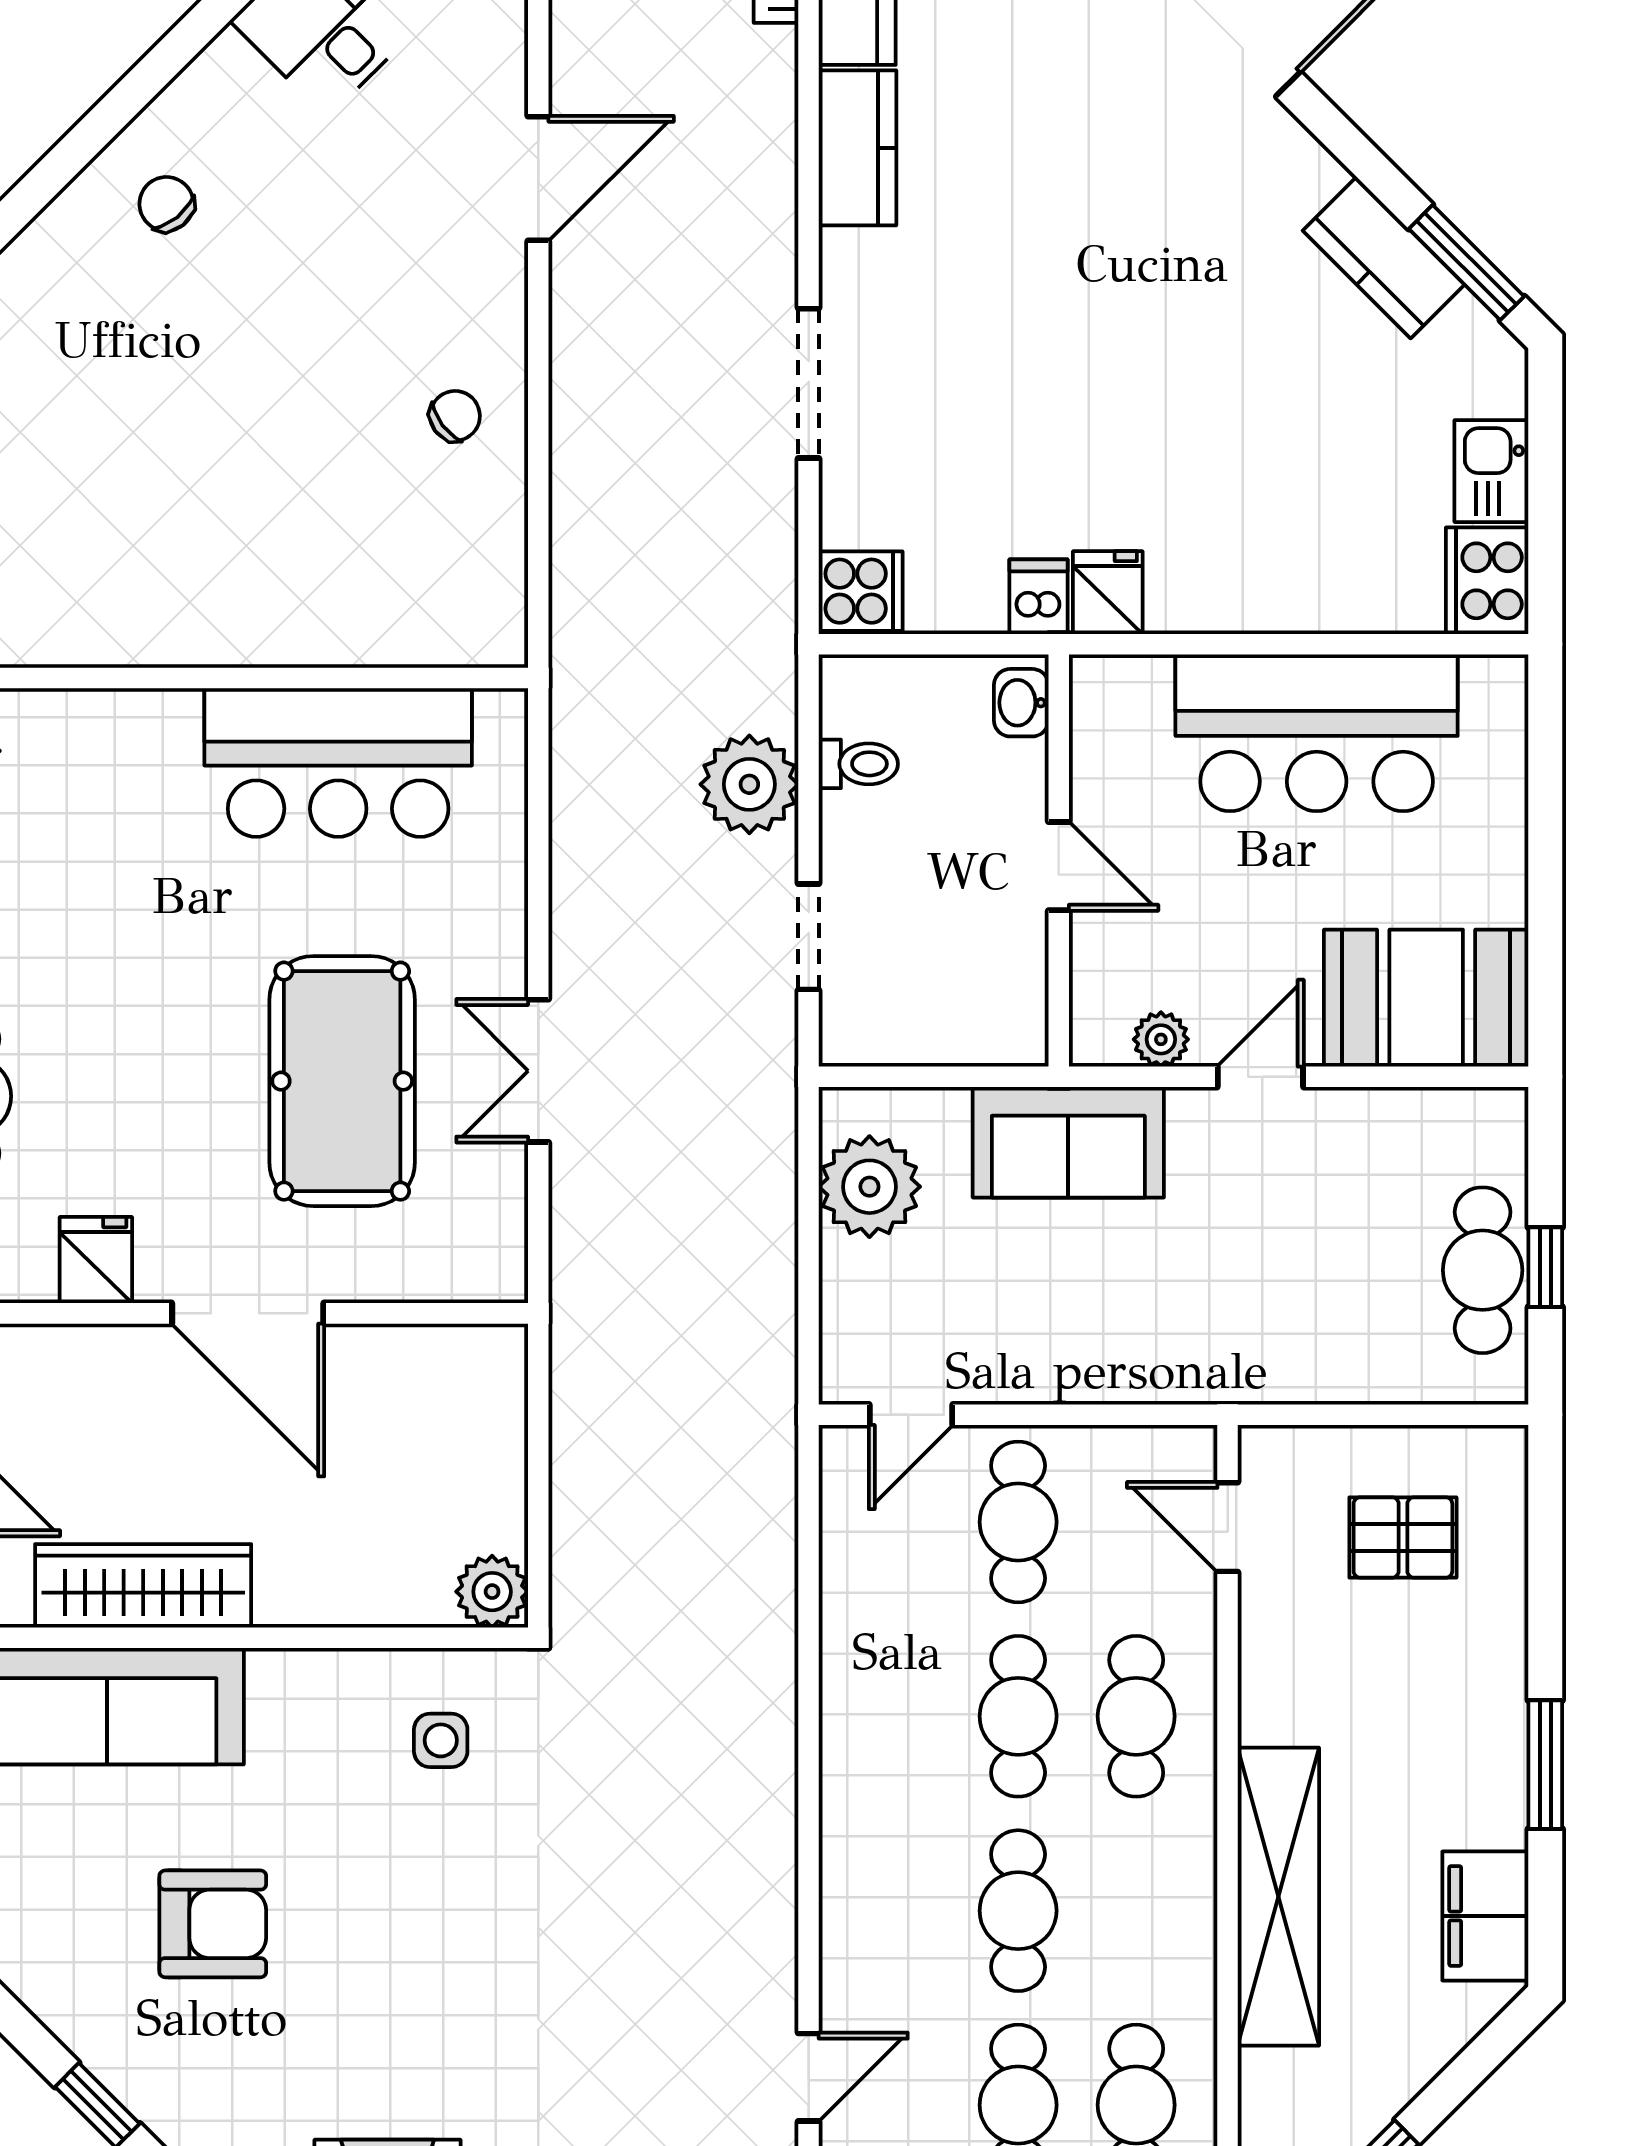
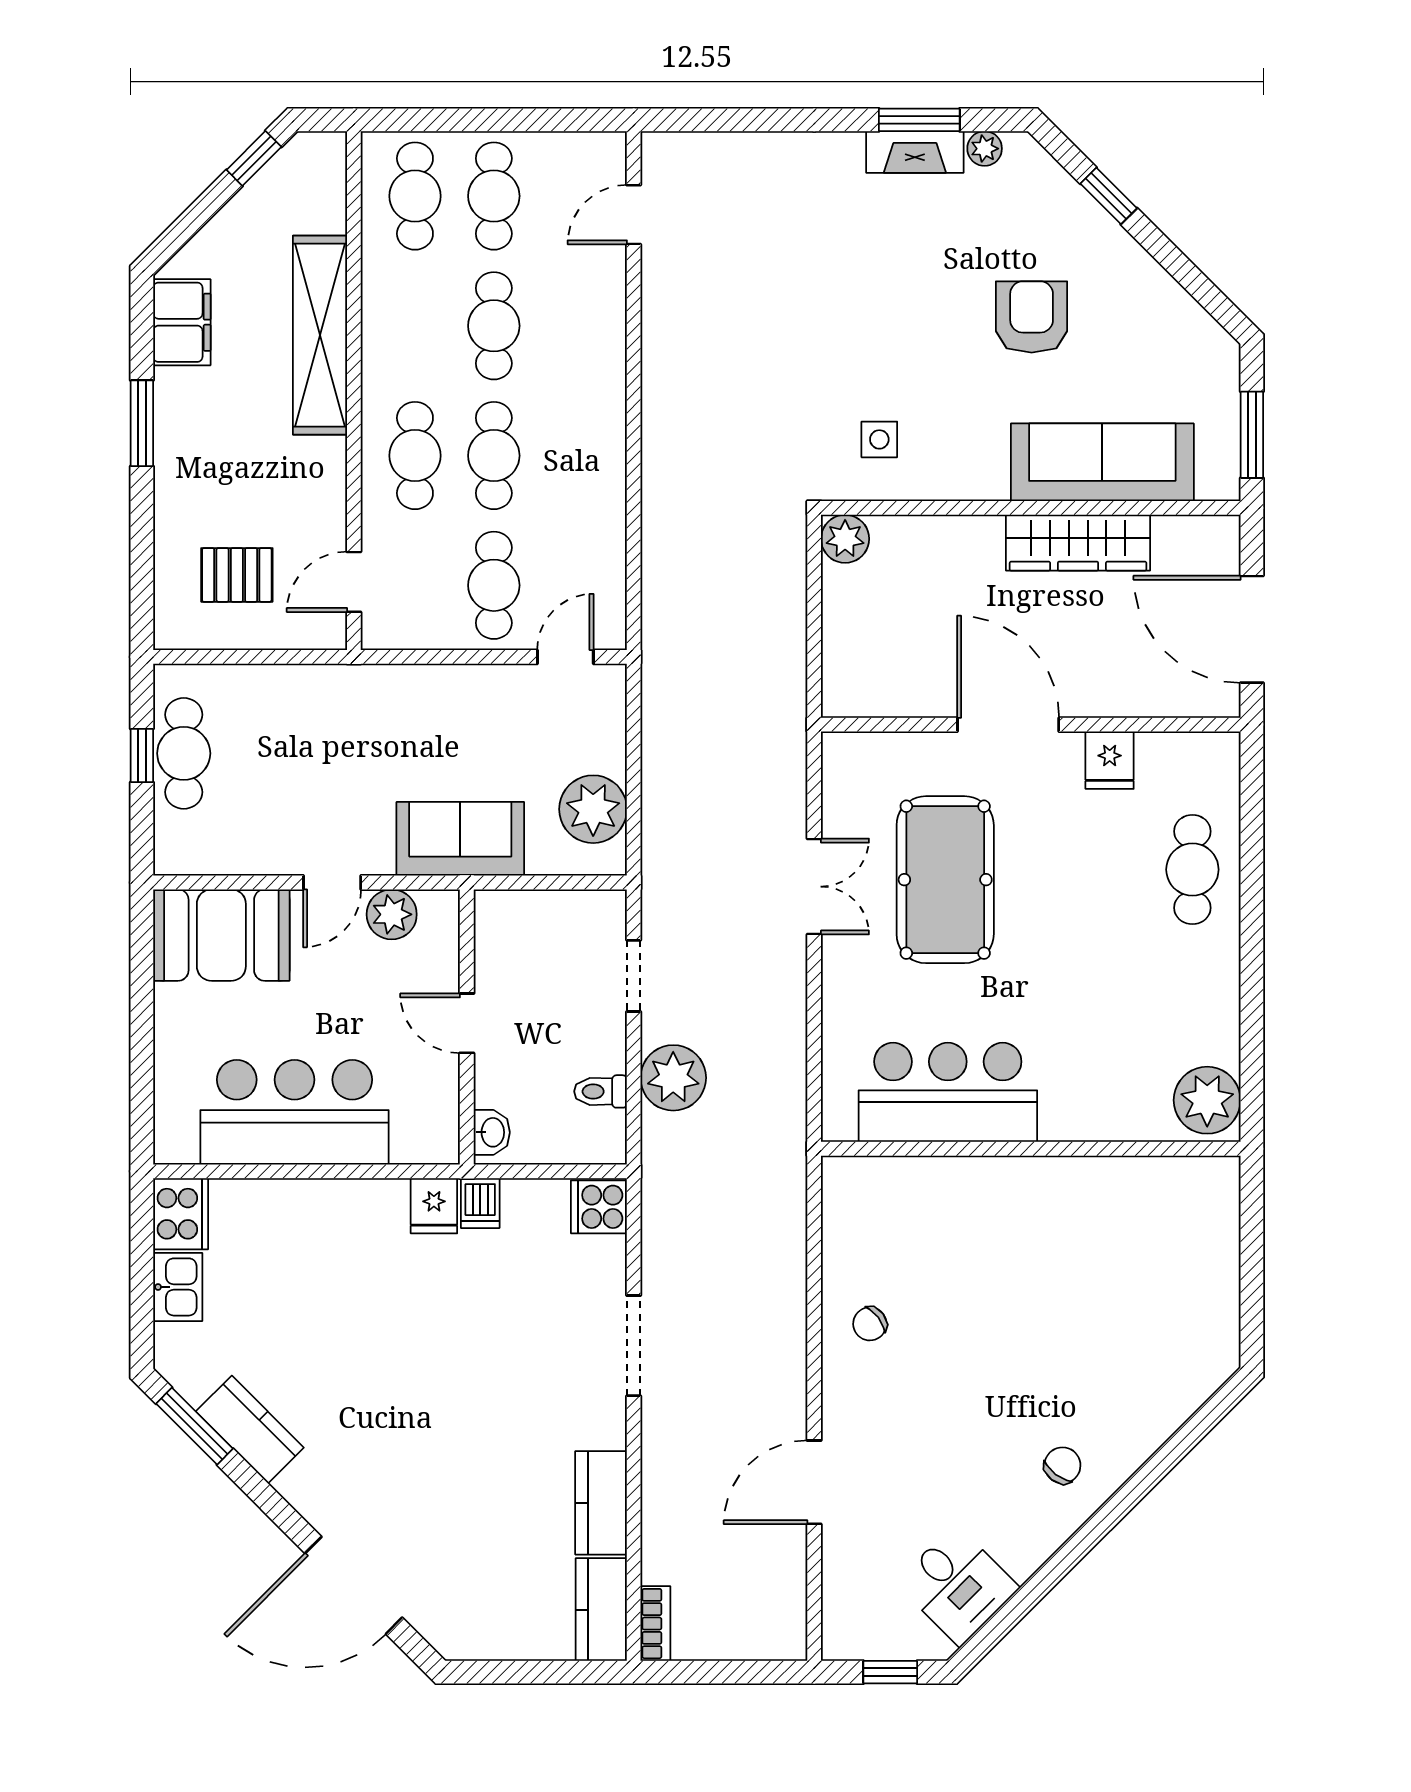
chair: (166, 204) -> (1062, 1465), turned -104
plant: (1161, 1039) -> (392, 914), width x1.38, depth x1.38
door: (1228, 1527) -> (354, 582), swing flipped
armchair: (213, 1924) -> (1032, 317), turned 90

